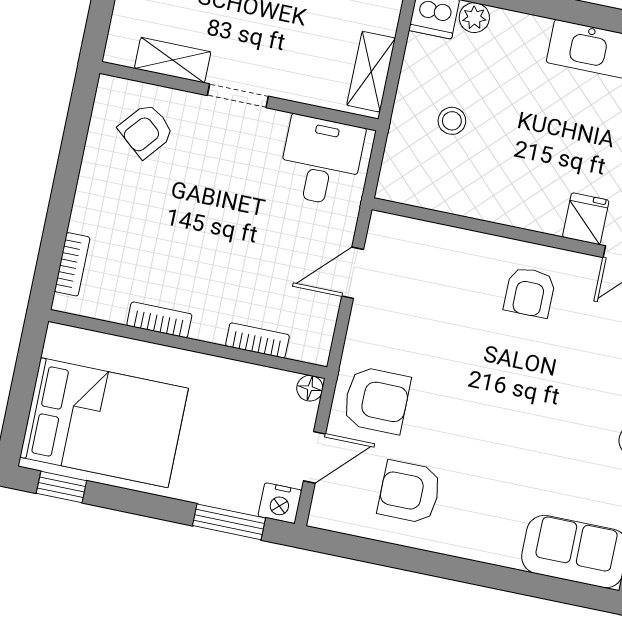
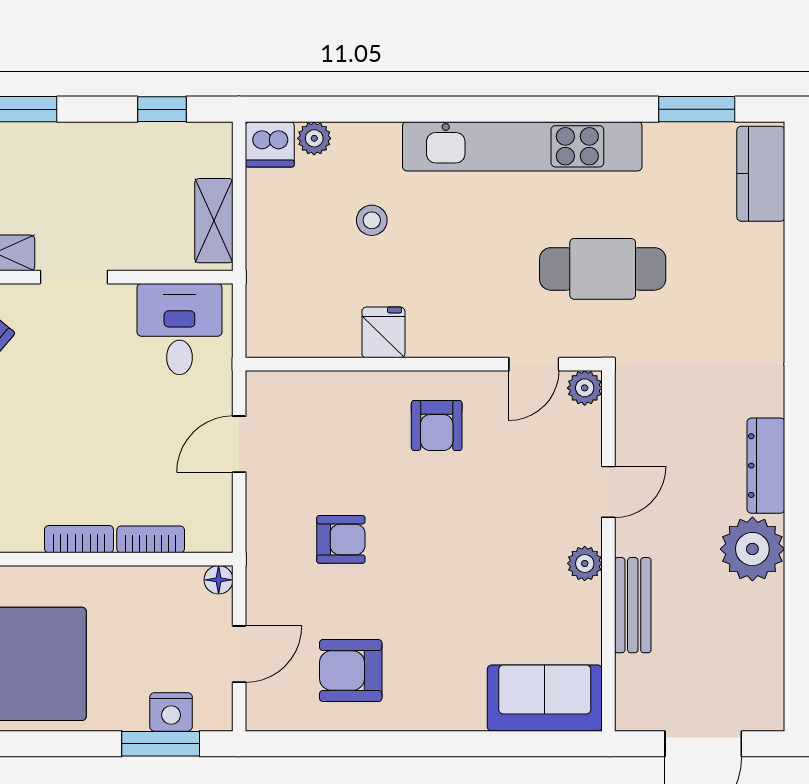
stool: (452, 121) -> (372, 220), moved
fridge: (586, 219) -> (383, 332), moved
bookcase: (159, 320) -> (79, 539), moved
armchair: (376, 400) -> (341, 539), moved, width x0.72, depth x0.72
nightstand: (280, 503) -> (171, 712), moved

